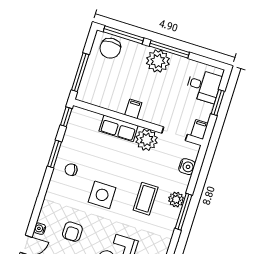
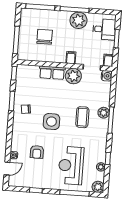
chair: (110, 48) -> (45, 37), moved, turned 180
plant: (158, 61) -> (78, 20), moved
filing cabinet: (133, 109) -> (71, 58), moved
water cooler: (187, 167) -> (107, 76), moved

